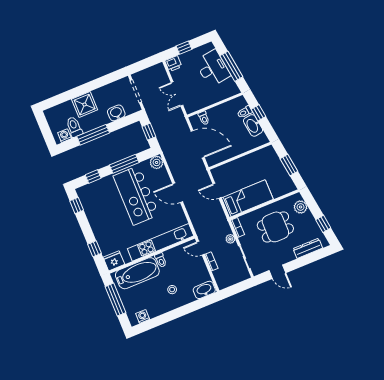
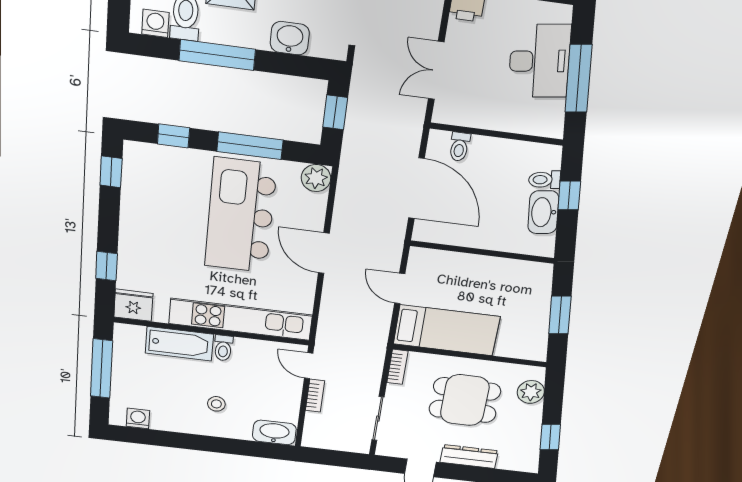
plant: (230, 239) -> (372, 378), removed
dresser: (308, 248) -> (469, 456), moved
bathtub: (137, 273) -> (179, 344), width x0.73, depth x0.73

